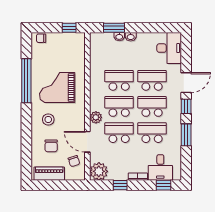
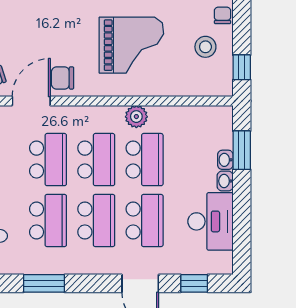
desk: (169, 48) -> (210, 221), moved, turned -90
grand piano: (57, 87) -> (131, 45), turned 90
window: (186, 106) -> (194, 283), moved
plant: (96, 117) -> (136, 117), moved
stool: (48, 119) -> (205, 47), moved
chair: (51, 146) -> (63, 78), moved

